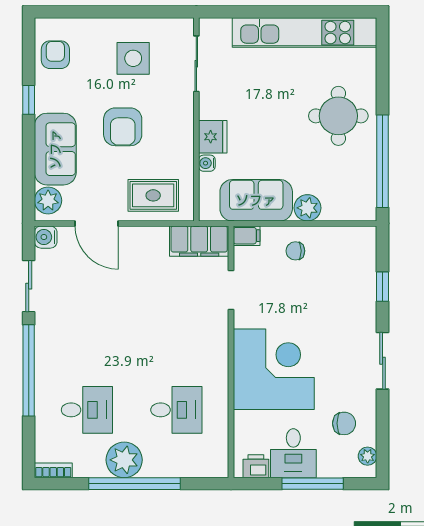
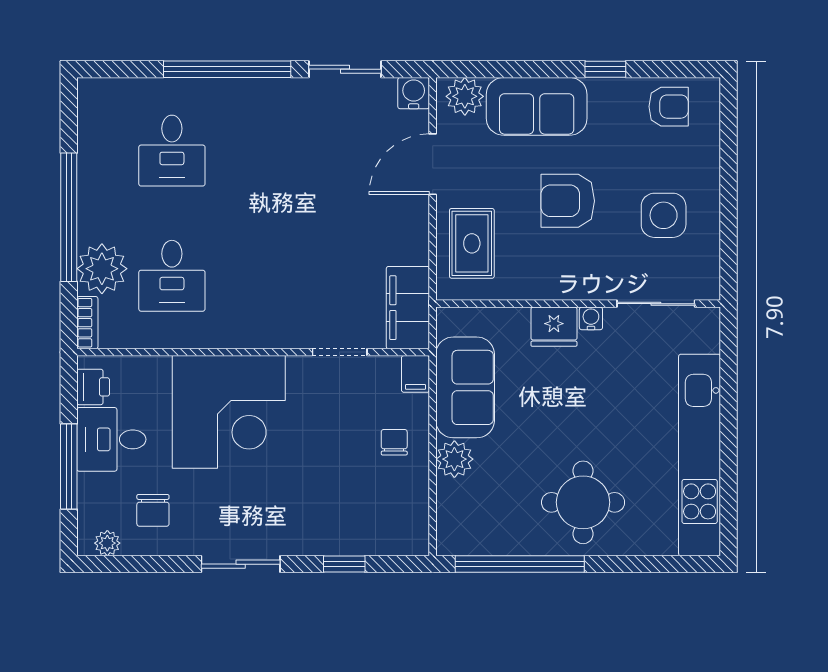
water cooler: (207, 163) -> (591, 318), moved
plant: (124, 460) -> (102, 269), moved
bookcase: (53, 470) -> (87, 323), moved

